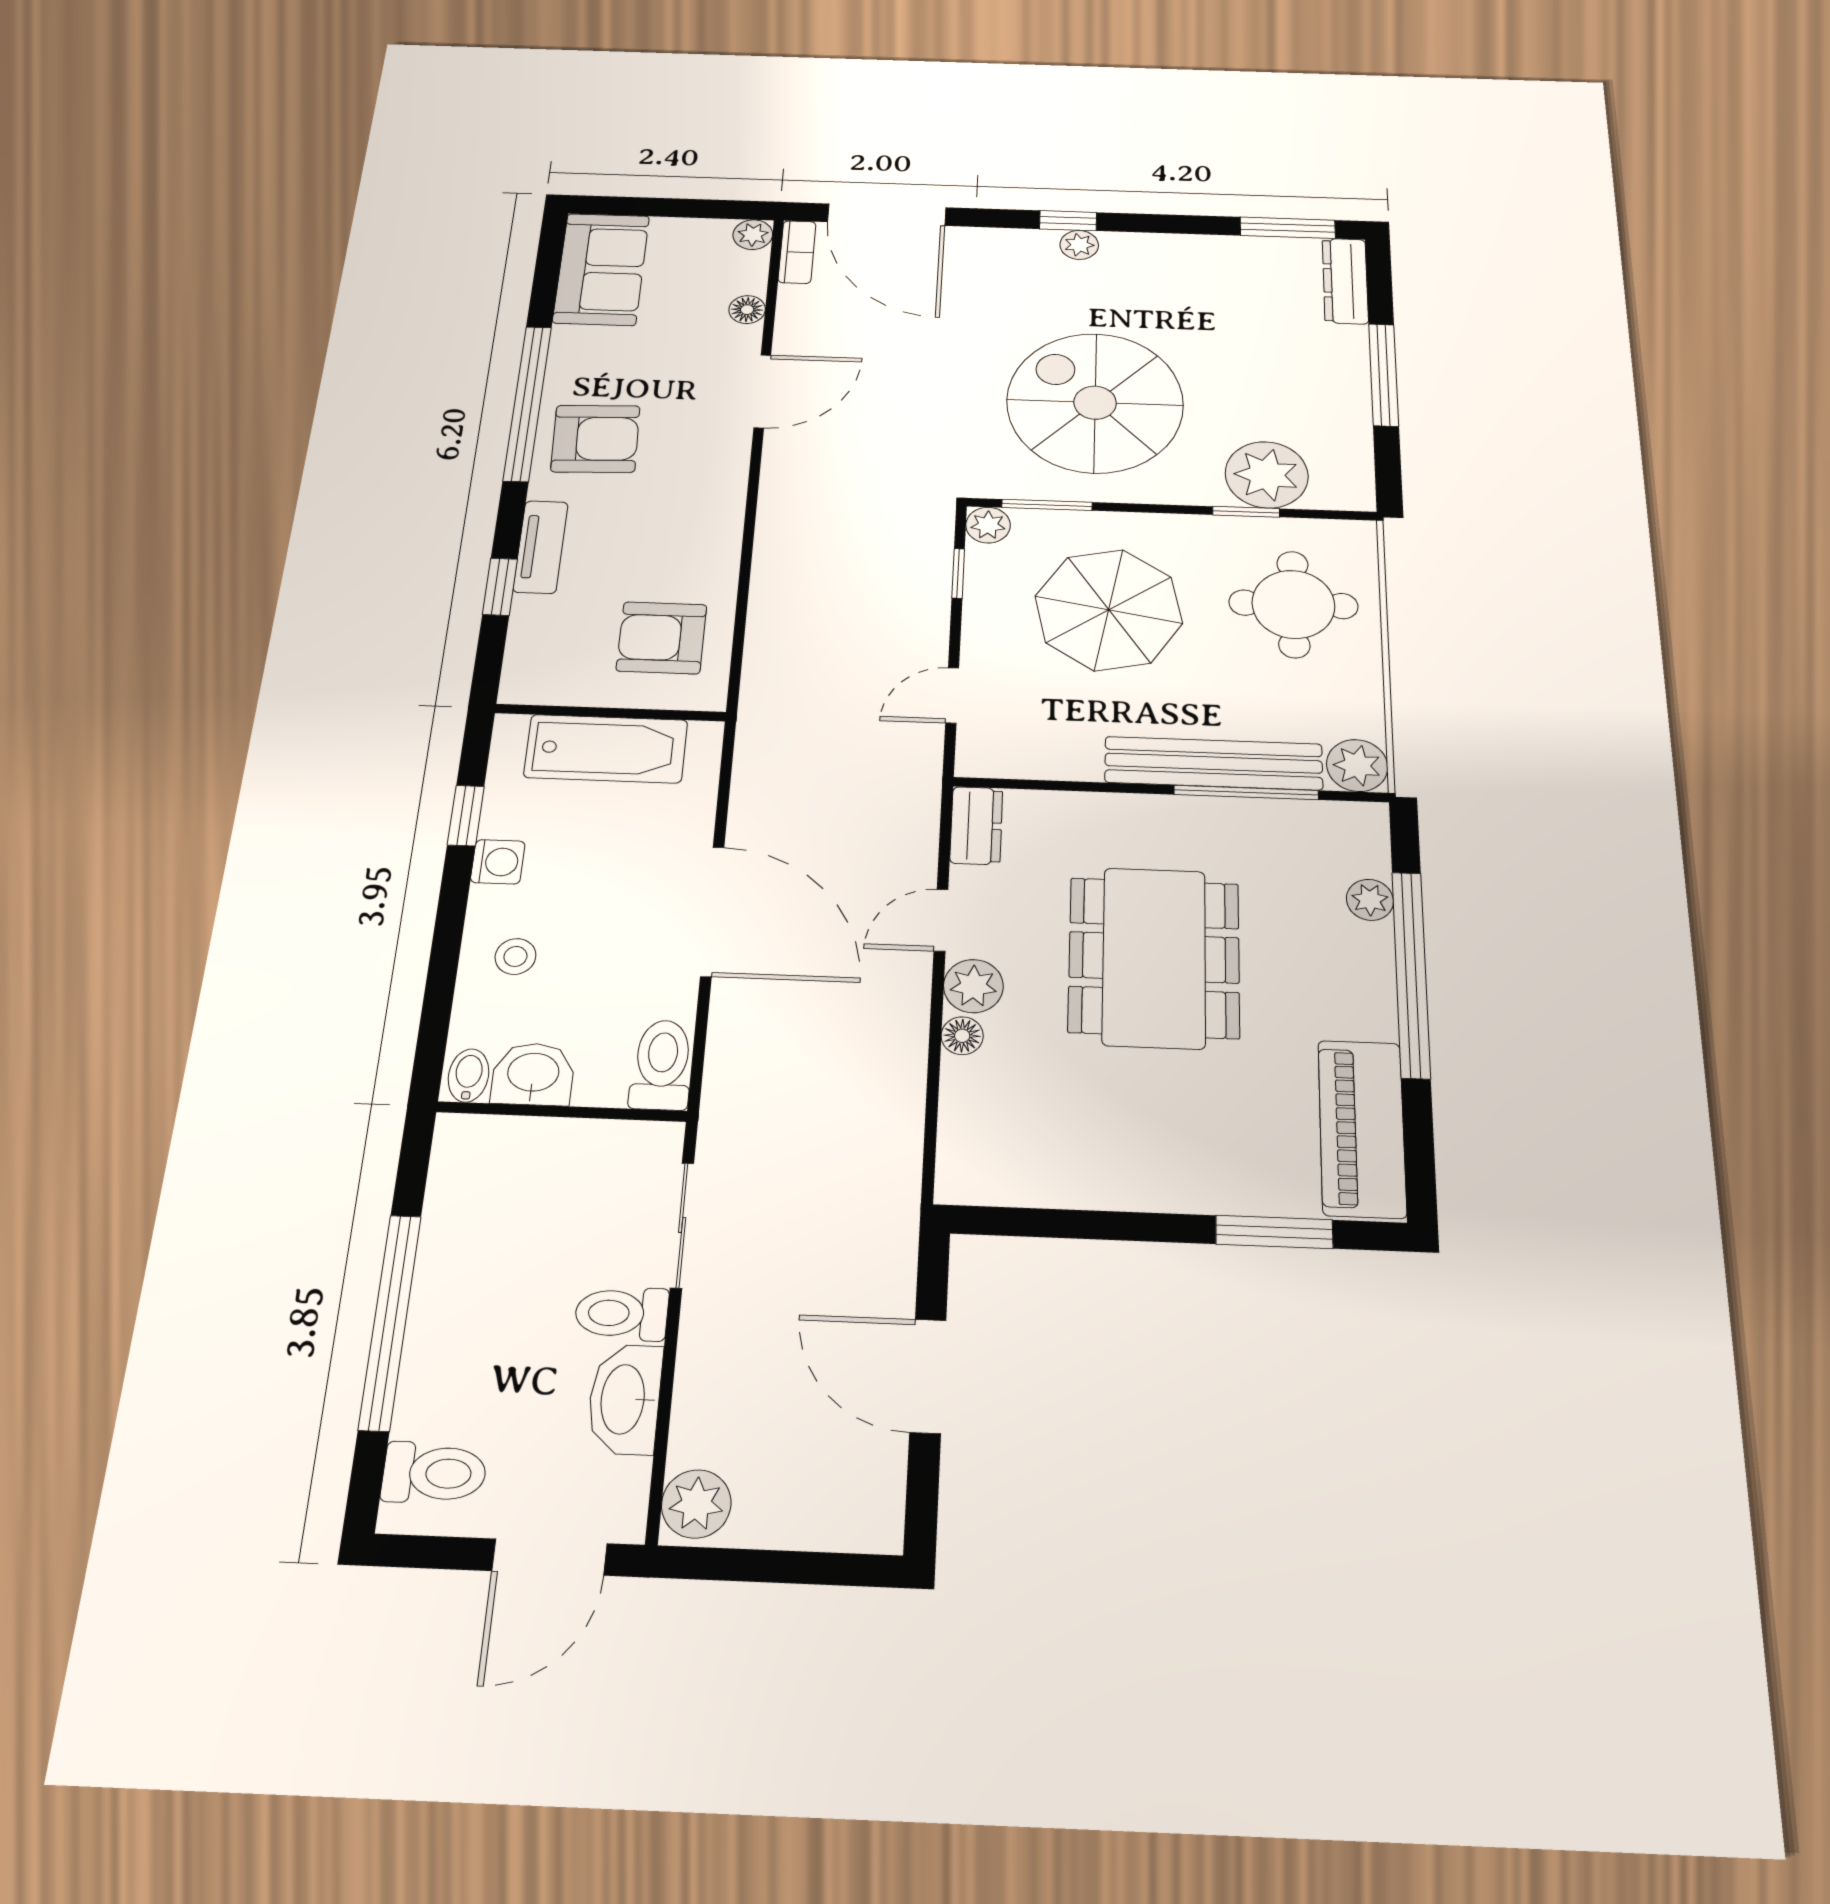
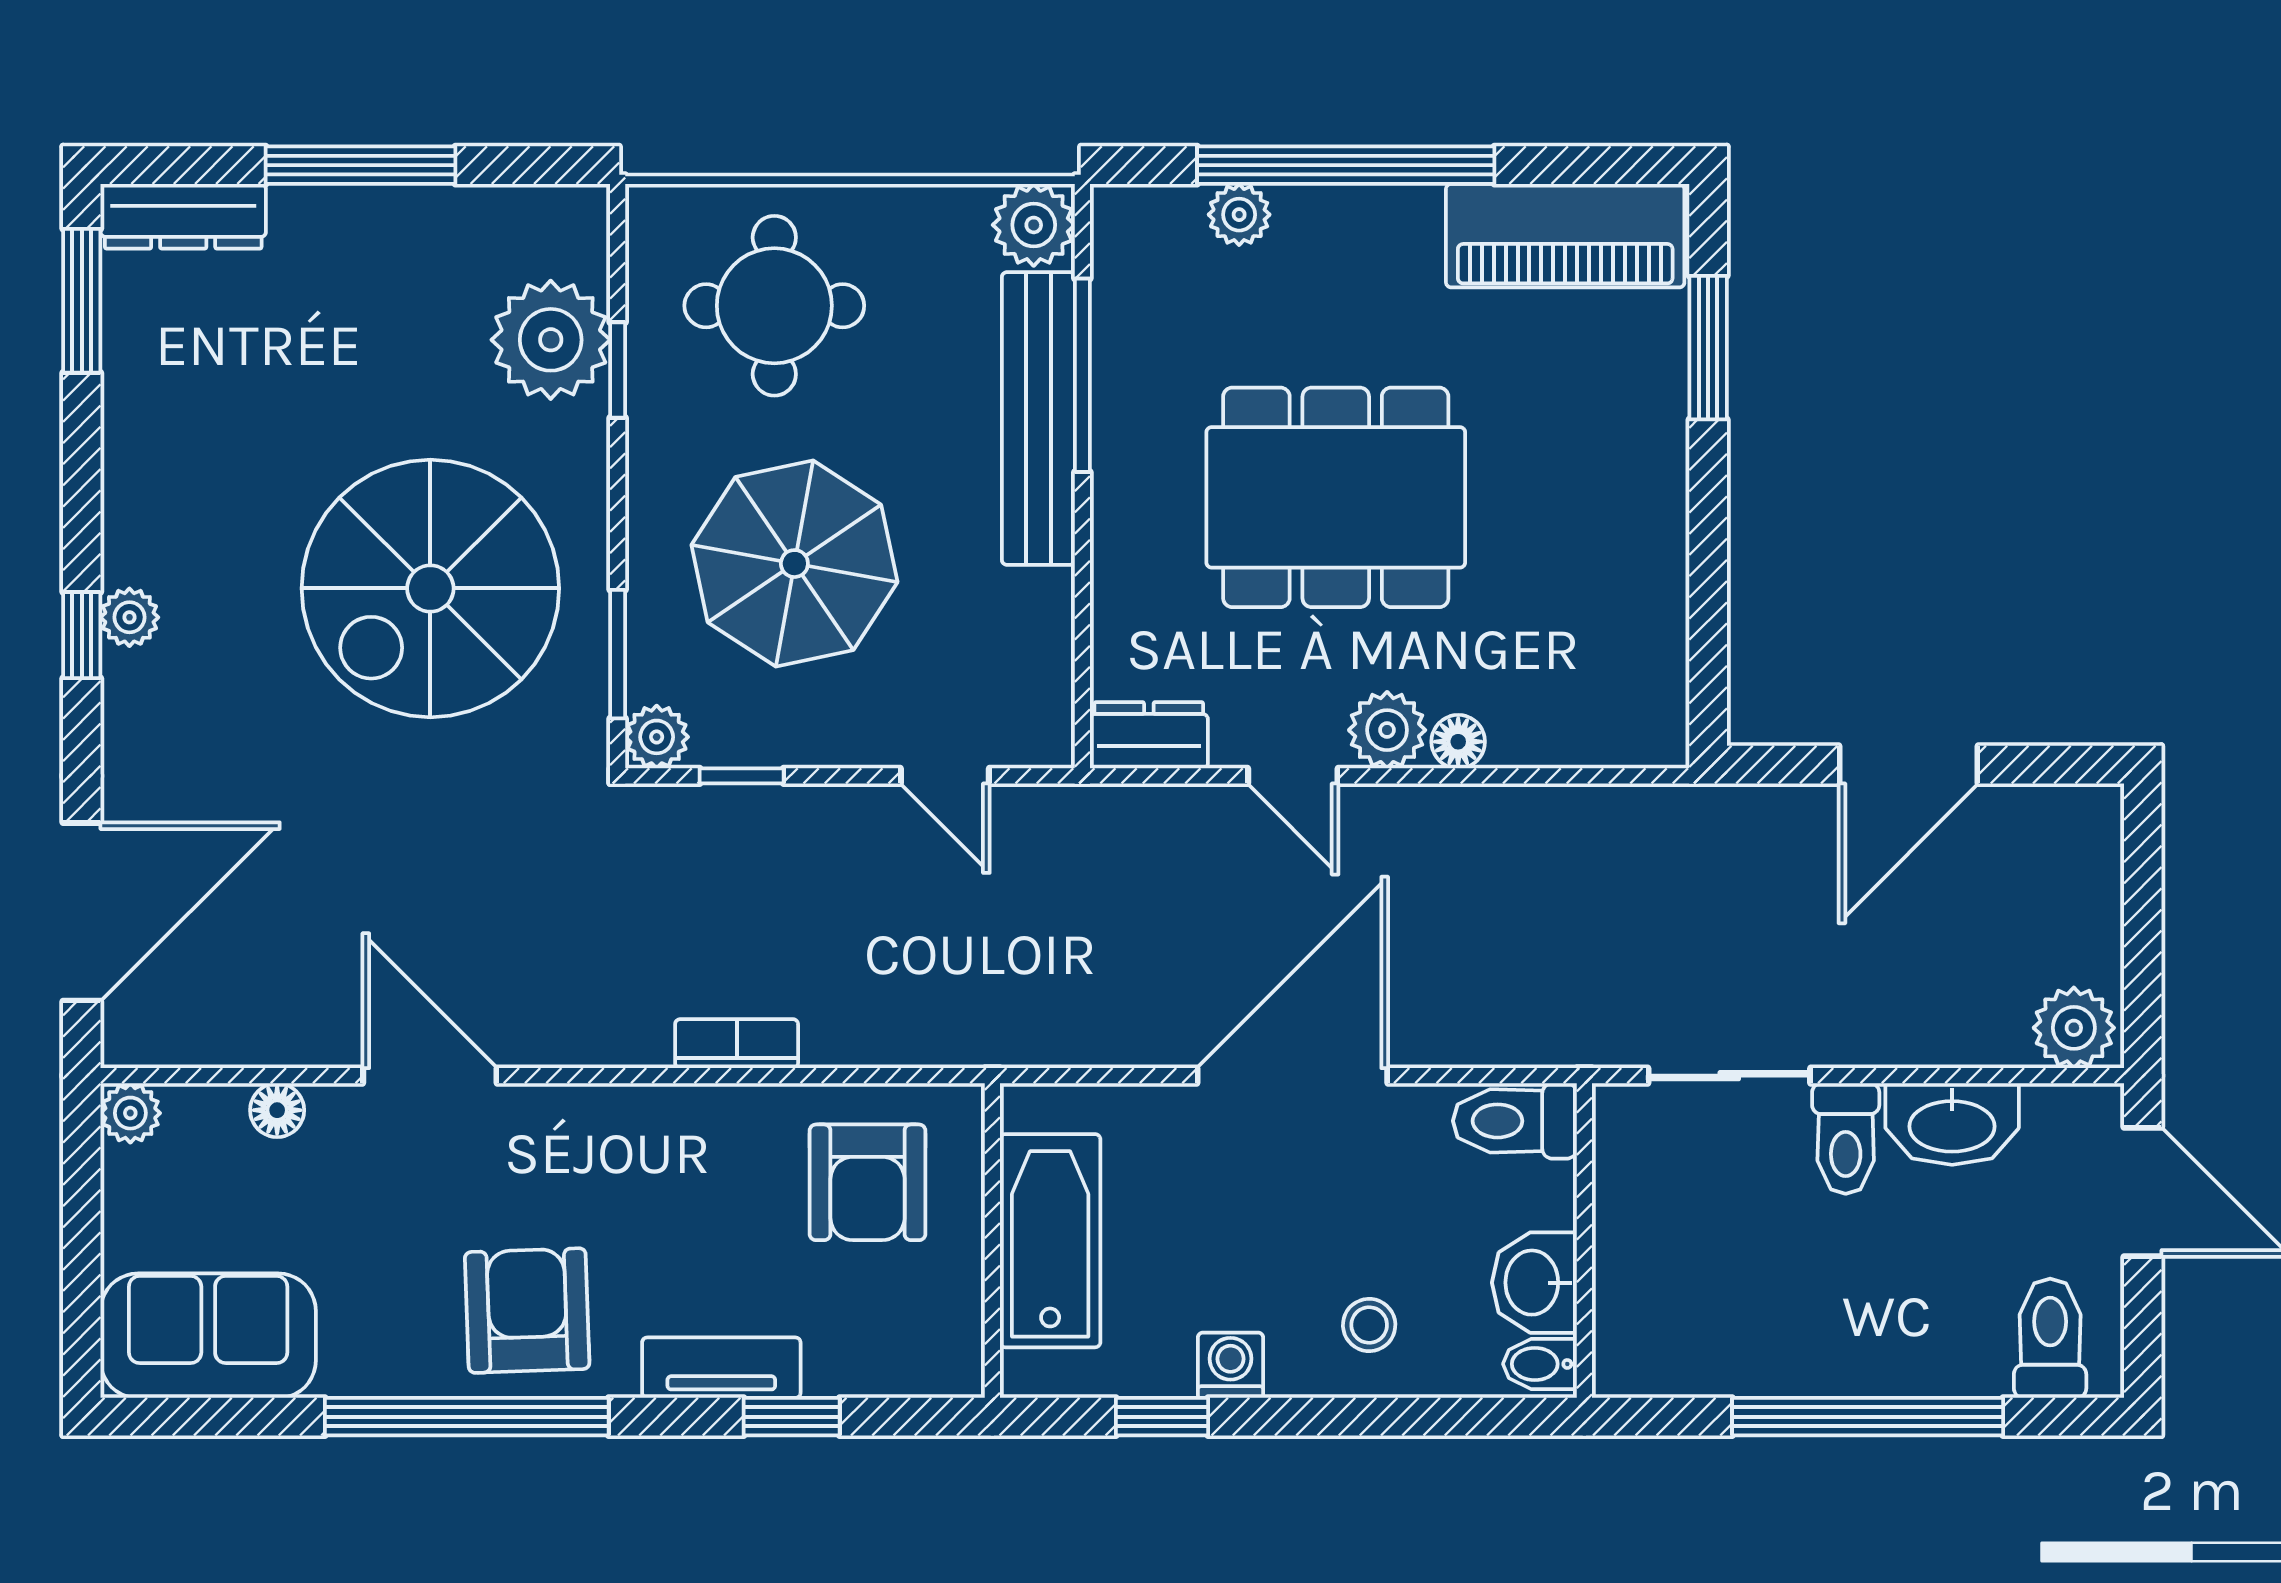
bookcase: (797, 252) -> (737, 1044), moved

